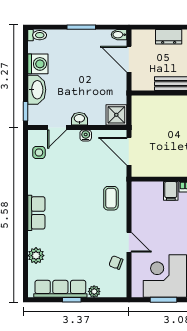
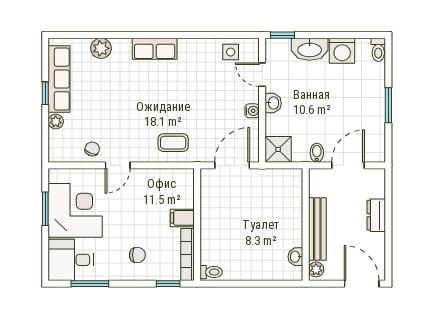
bidet: (119, 35) -> (317, 153), moved

